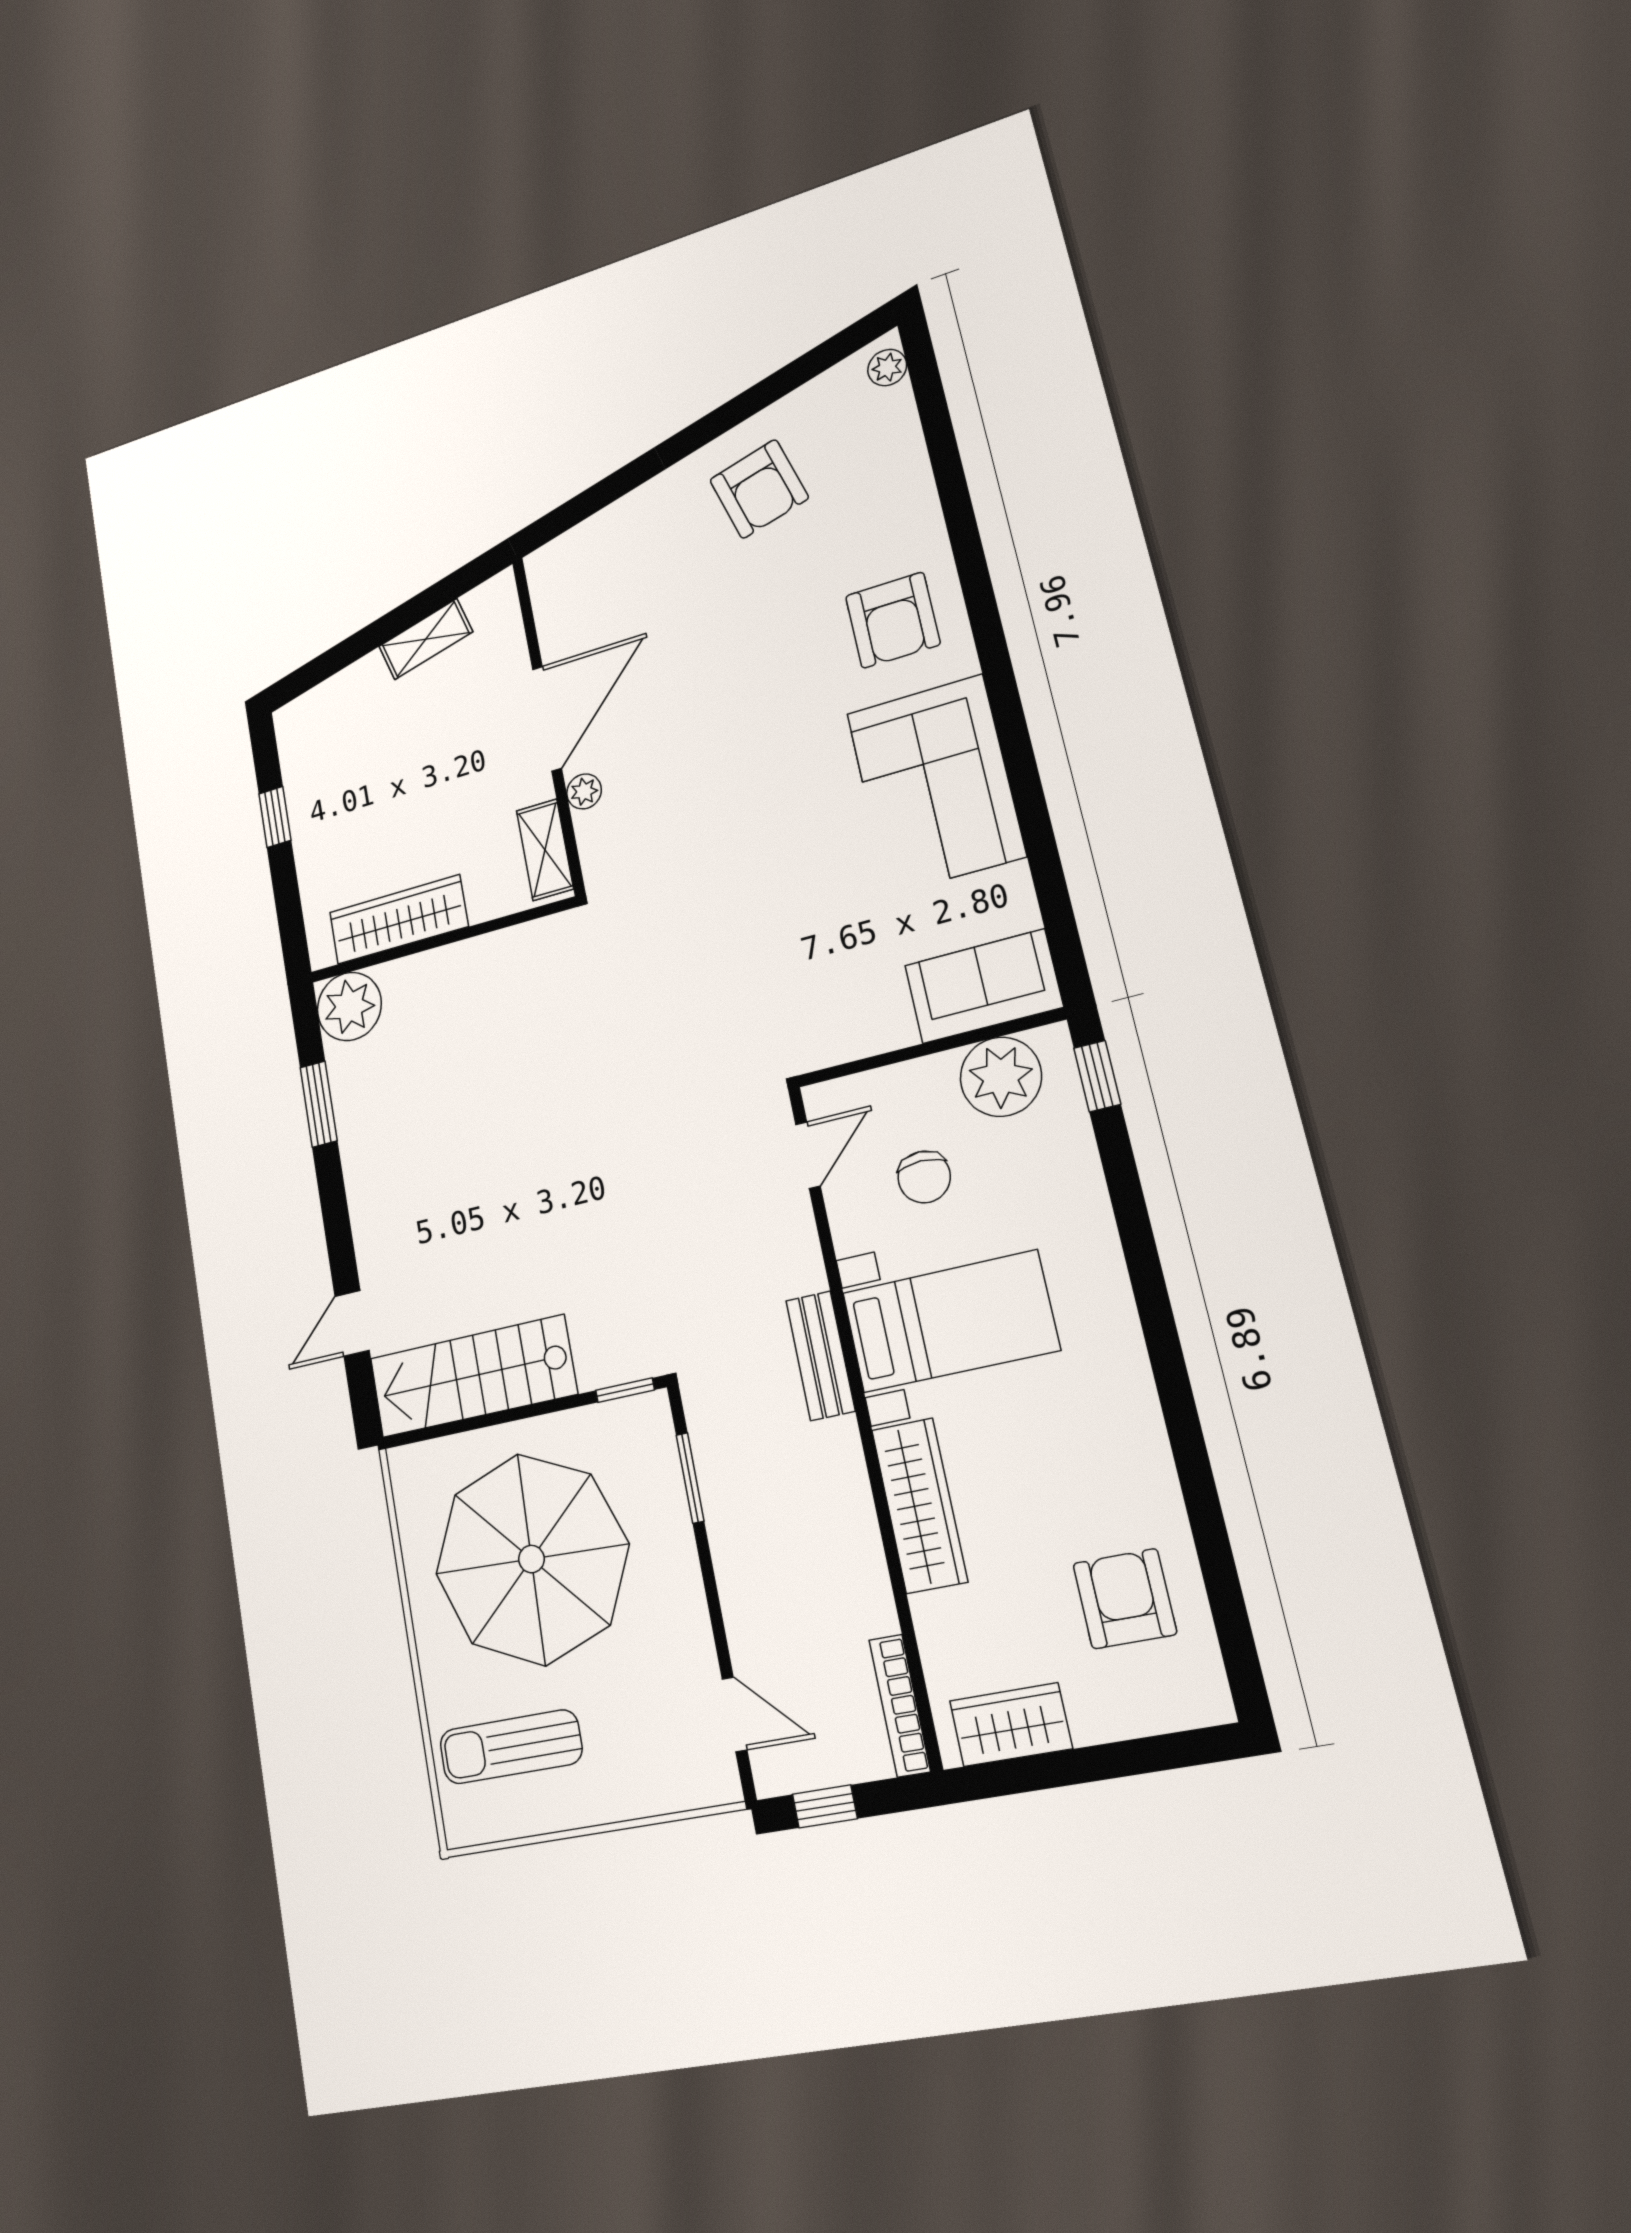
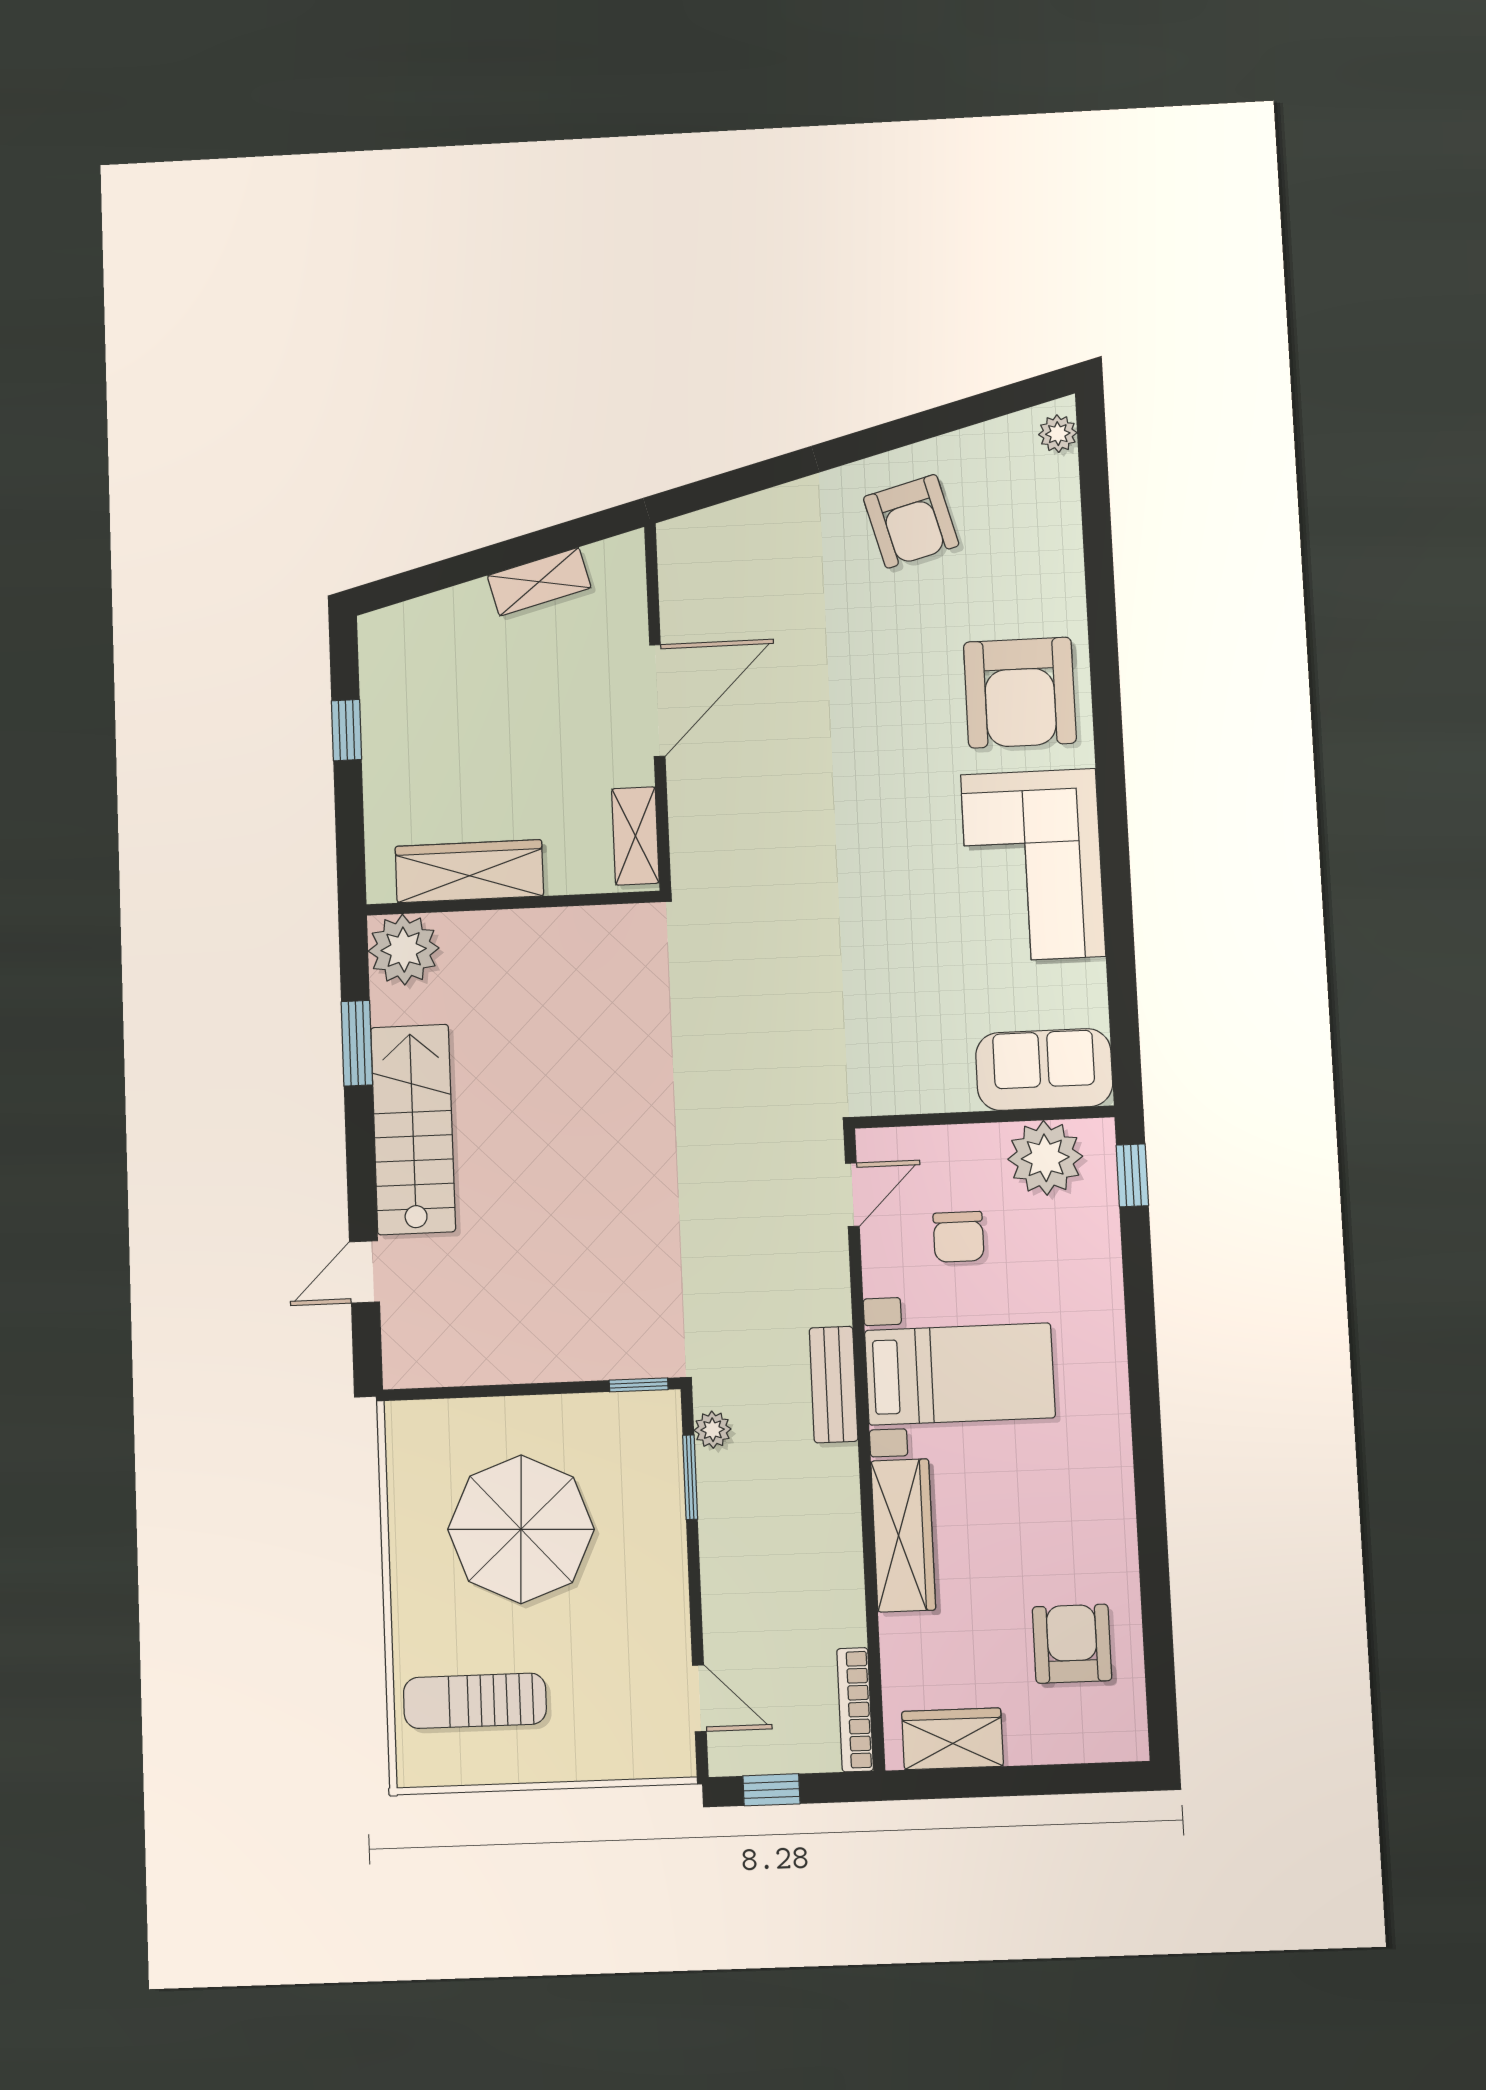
armchair: (893, 620) -> (1020, 693), width x1.36, depth x1.36
plant: (584, 791) -> (713, 1430), moved
stairs: (473, 1376) -> (413, 1129), moved, turned 90
parasol: (531, 1559) -> (521, 1529), width x0.73, depth x0.73

